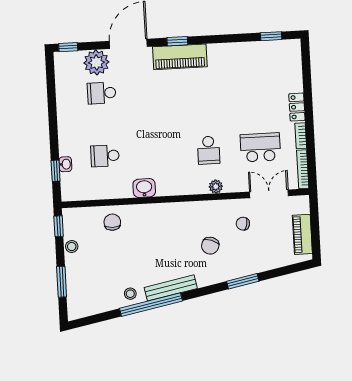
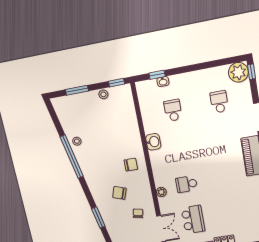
plant: (96, 62) -> (238, 72), moved
chair: (112, 222) -> (131, 165), moved
bench: (171, 288) -> (86, 169), removed

